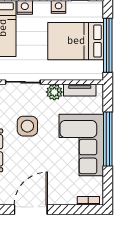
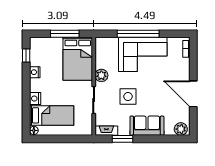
bed: (76, 41) -> (78, 59), moved
window: (108, 45) -> (65, 34), width x0.68
tv unit: (80, 90) -> (100, 56), removed

